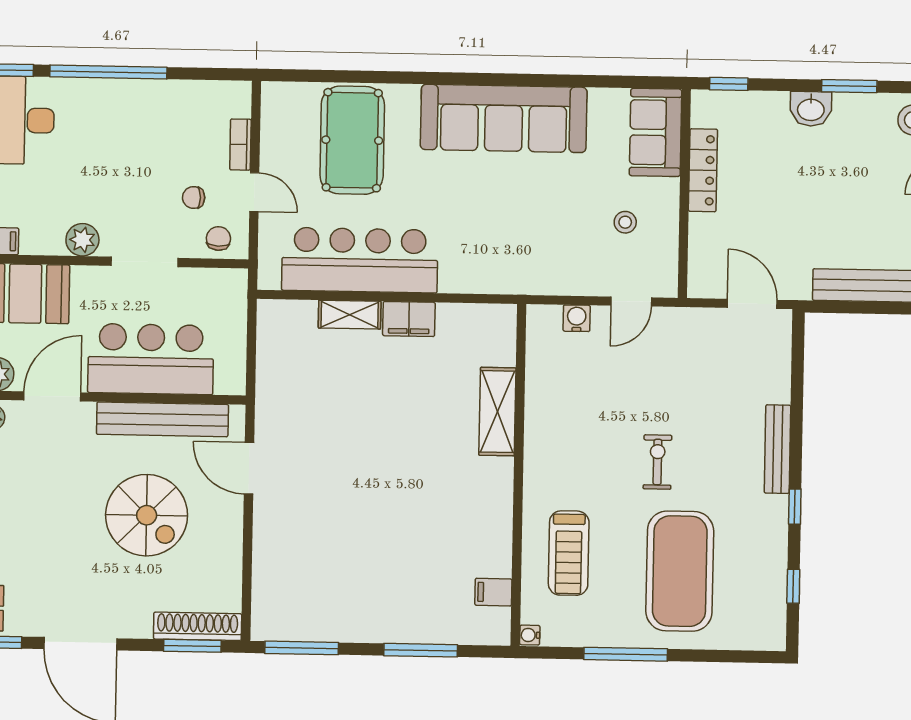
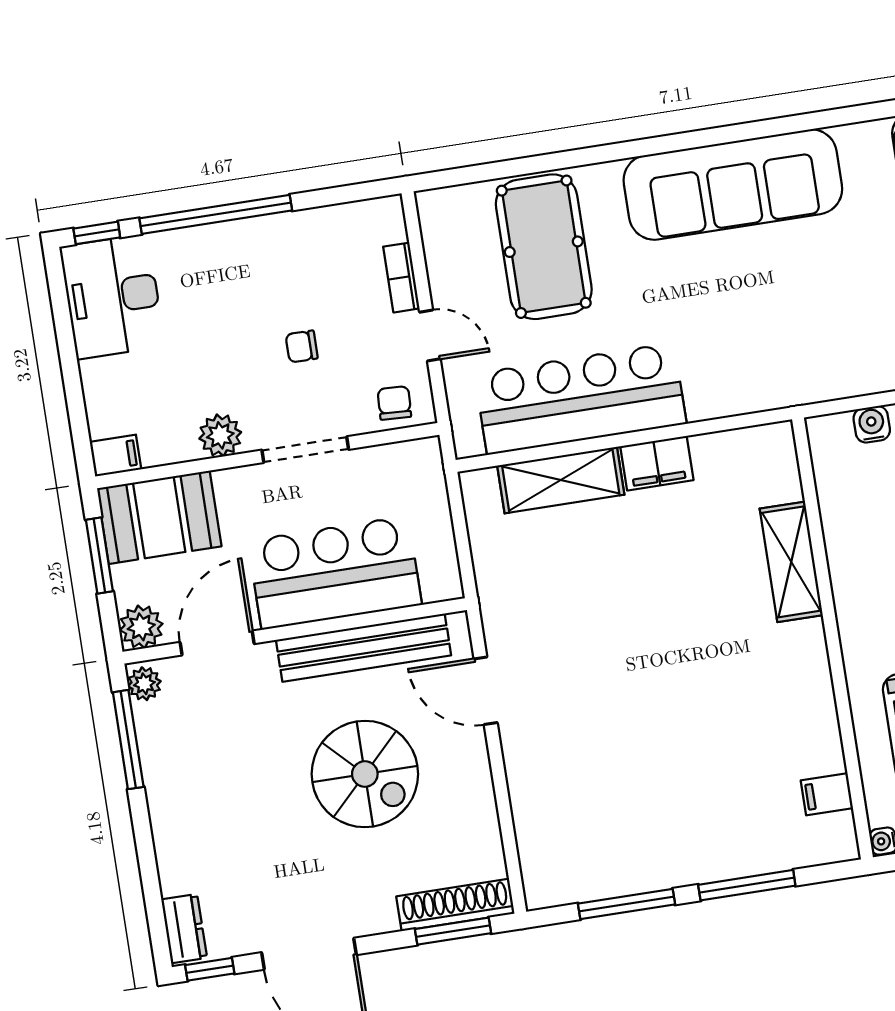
chair: (194, 198) -> (302, 346), moved
shelving: (350, 315) -> (561, 480), width x1.50, depth x1.33
window: (302, 648) -> (626, 904), moved

